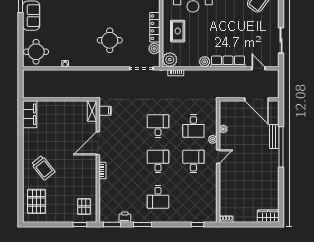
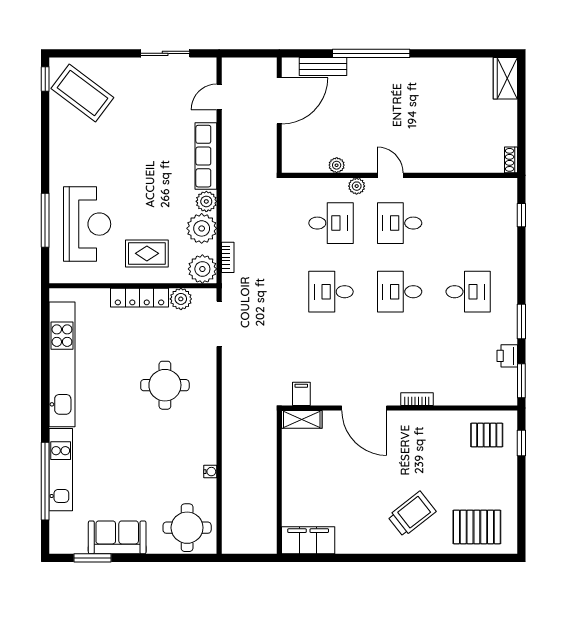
plant: (191, 59) -> (202, 228), added
bench: (274, 136) -> (323, 67), moved

